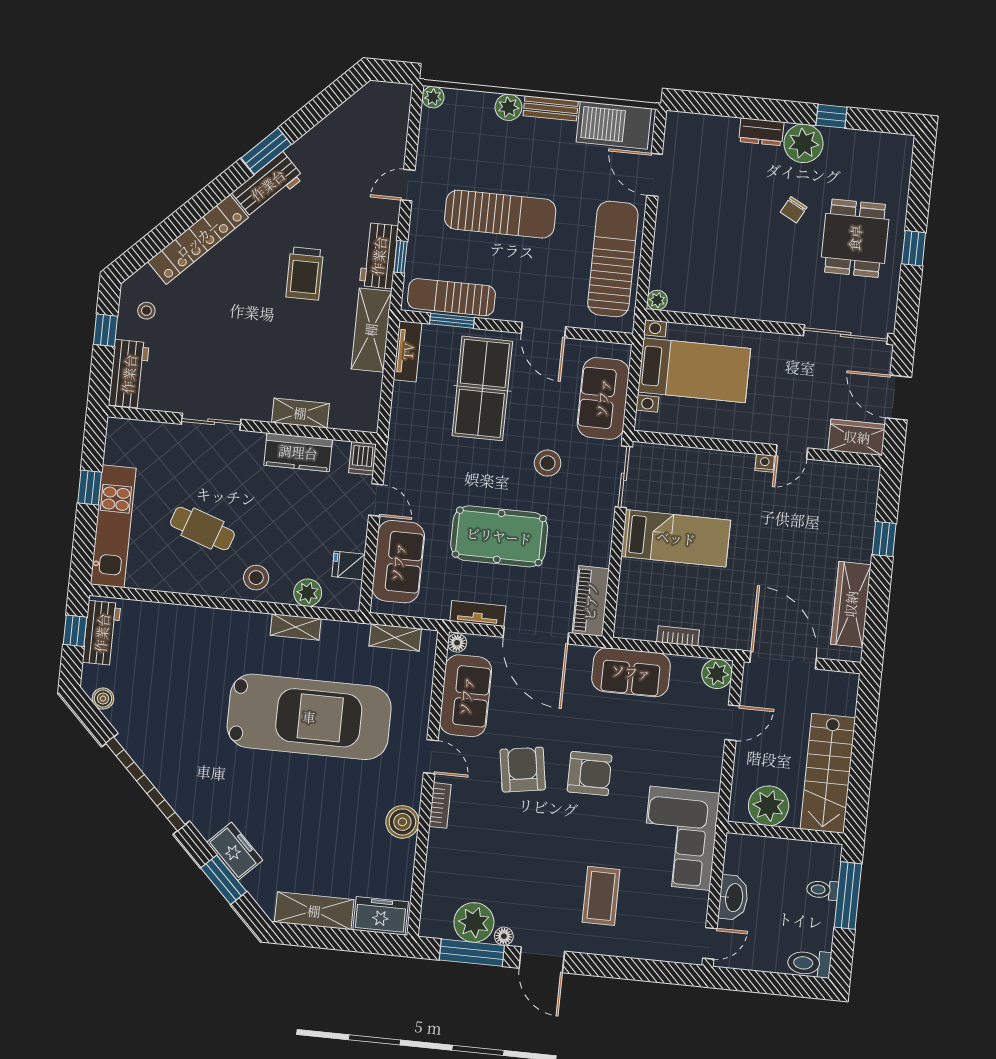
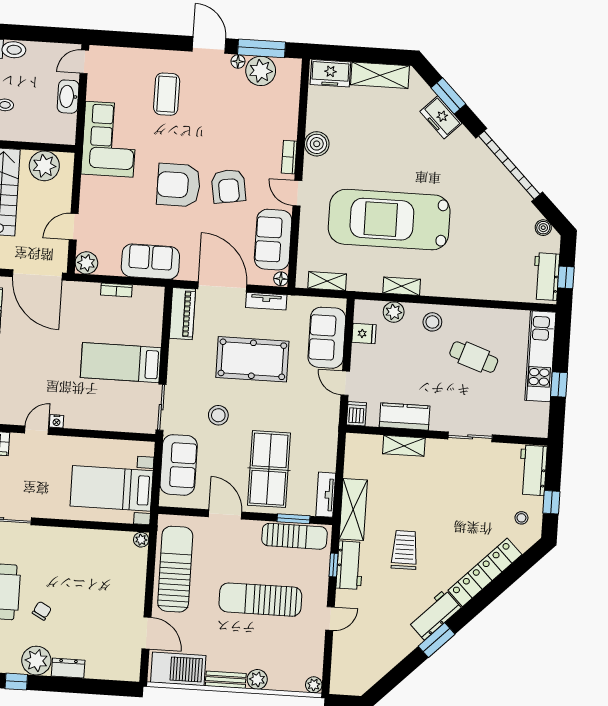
sun lounger: (613, 259) -> (175, 569), turned 180
armchair: (590, 774) -> (179, 185), width x1.36, depth x1.36

